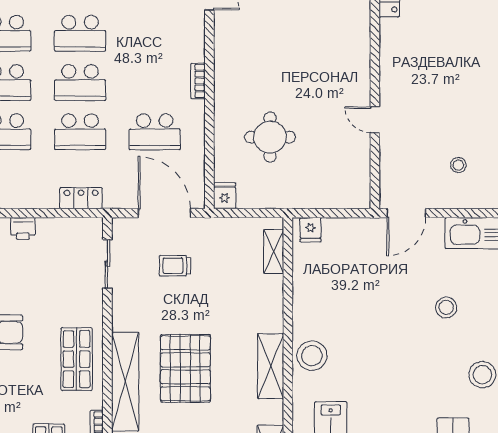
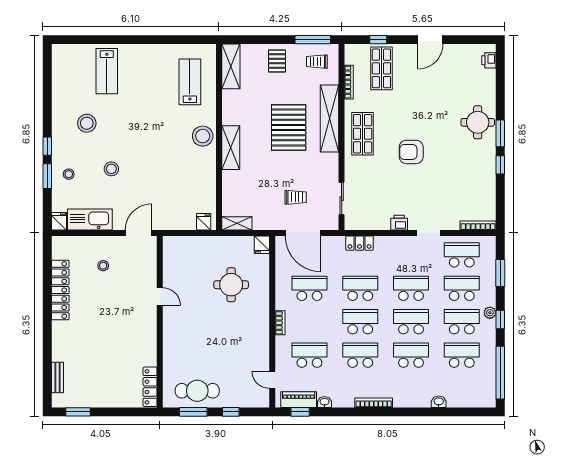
school desk: (155, 33) -> (309, 355), added
shelving: (274, 251) -> (237, 223), moved, turned 90
shelving: (271, 366) -> (231, 148), moved

